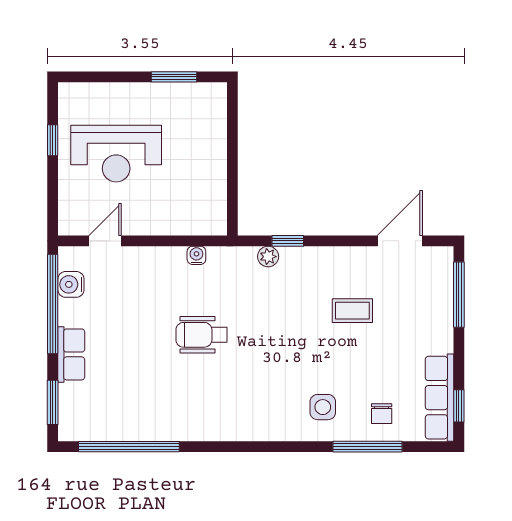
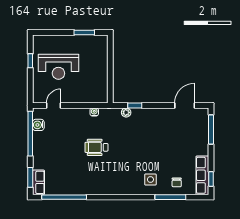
coffee table: (352, 311) -> (164, 137), removed
row of seats: (71, 354) -> (38, 182), moved

